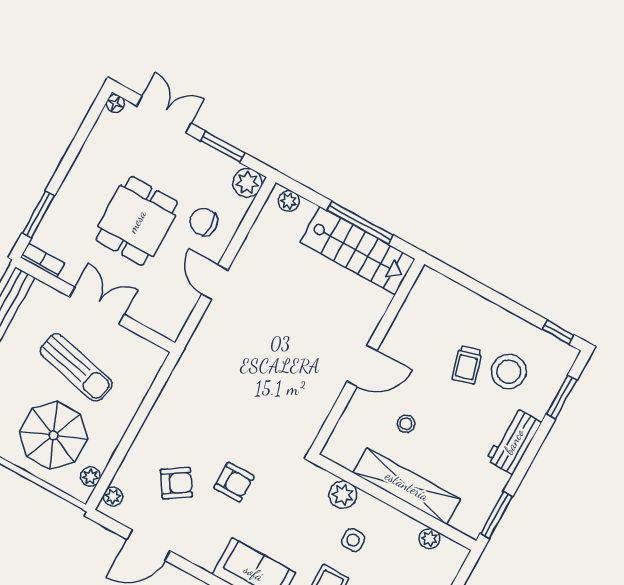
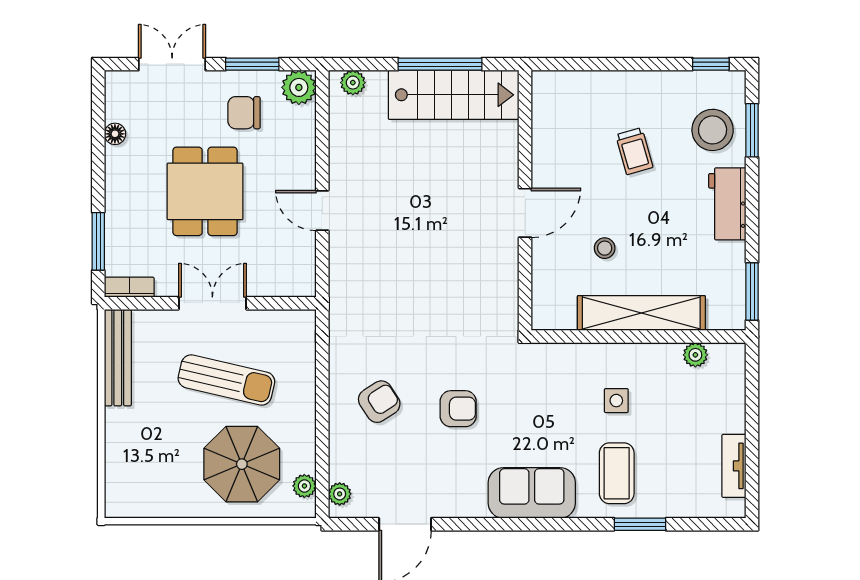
floor lamp: (115, 104) -> (115, 134), moved
chair: (204, 222) -> (244, 113), moved
stool: (509, 371) -> (713, 130), moved
armchair: (176, 483) -> (379, 402), moved
plant: (343, 495) -> (579, 359), removed

